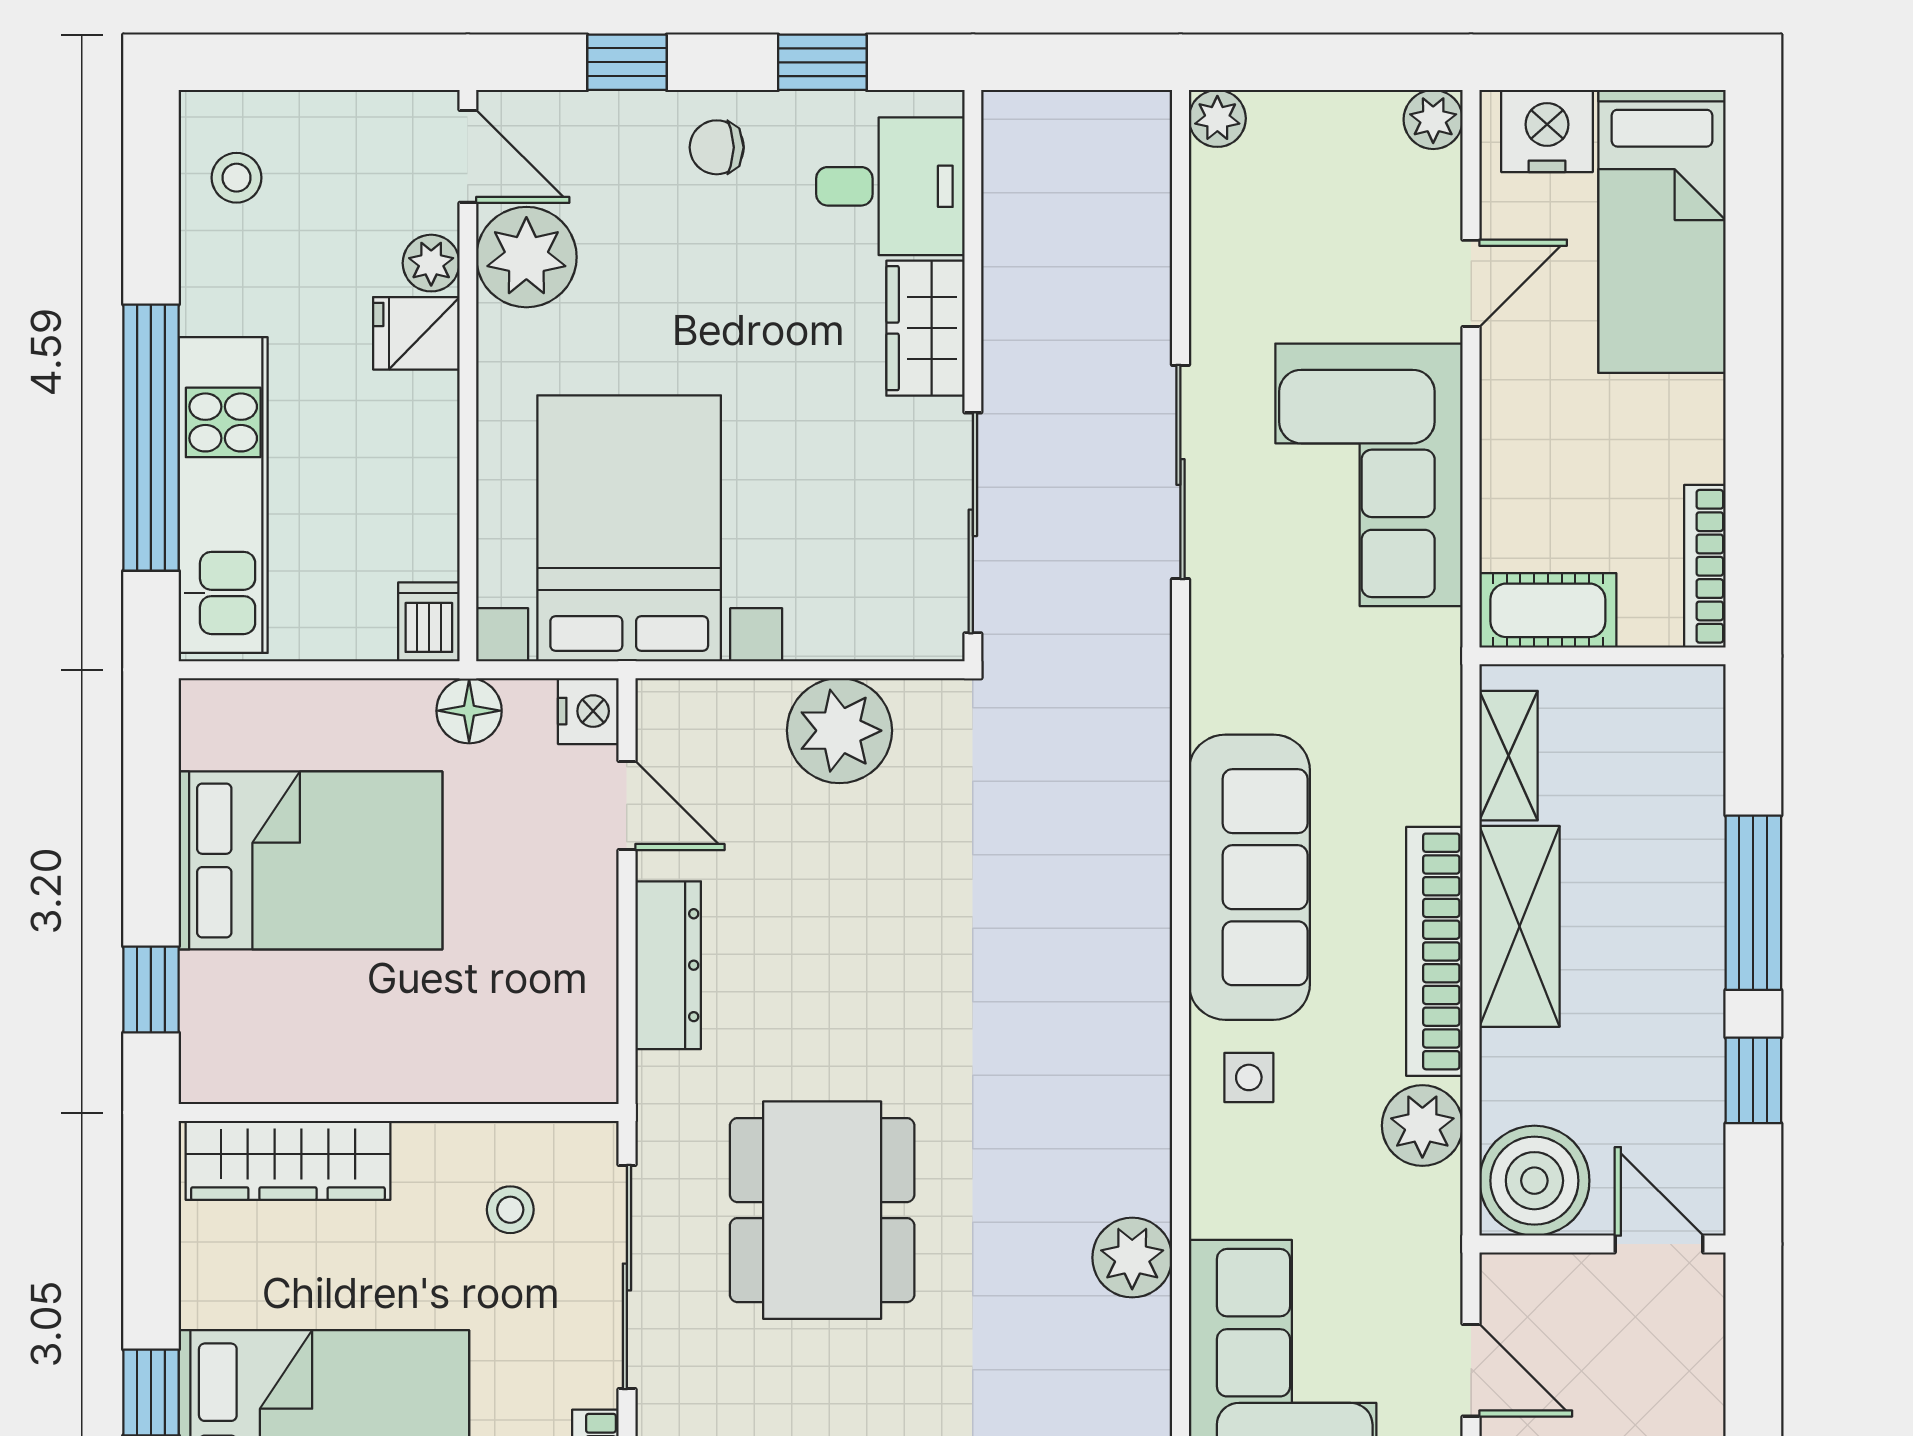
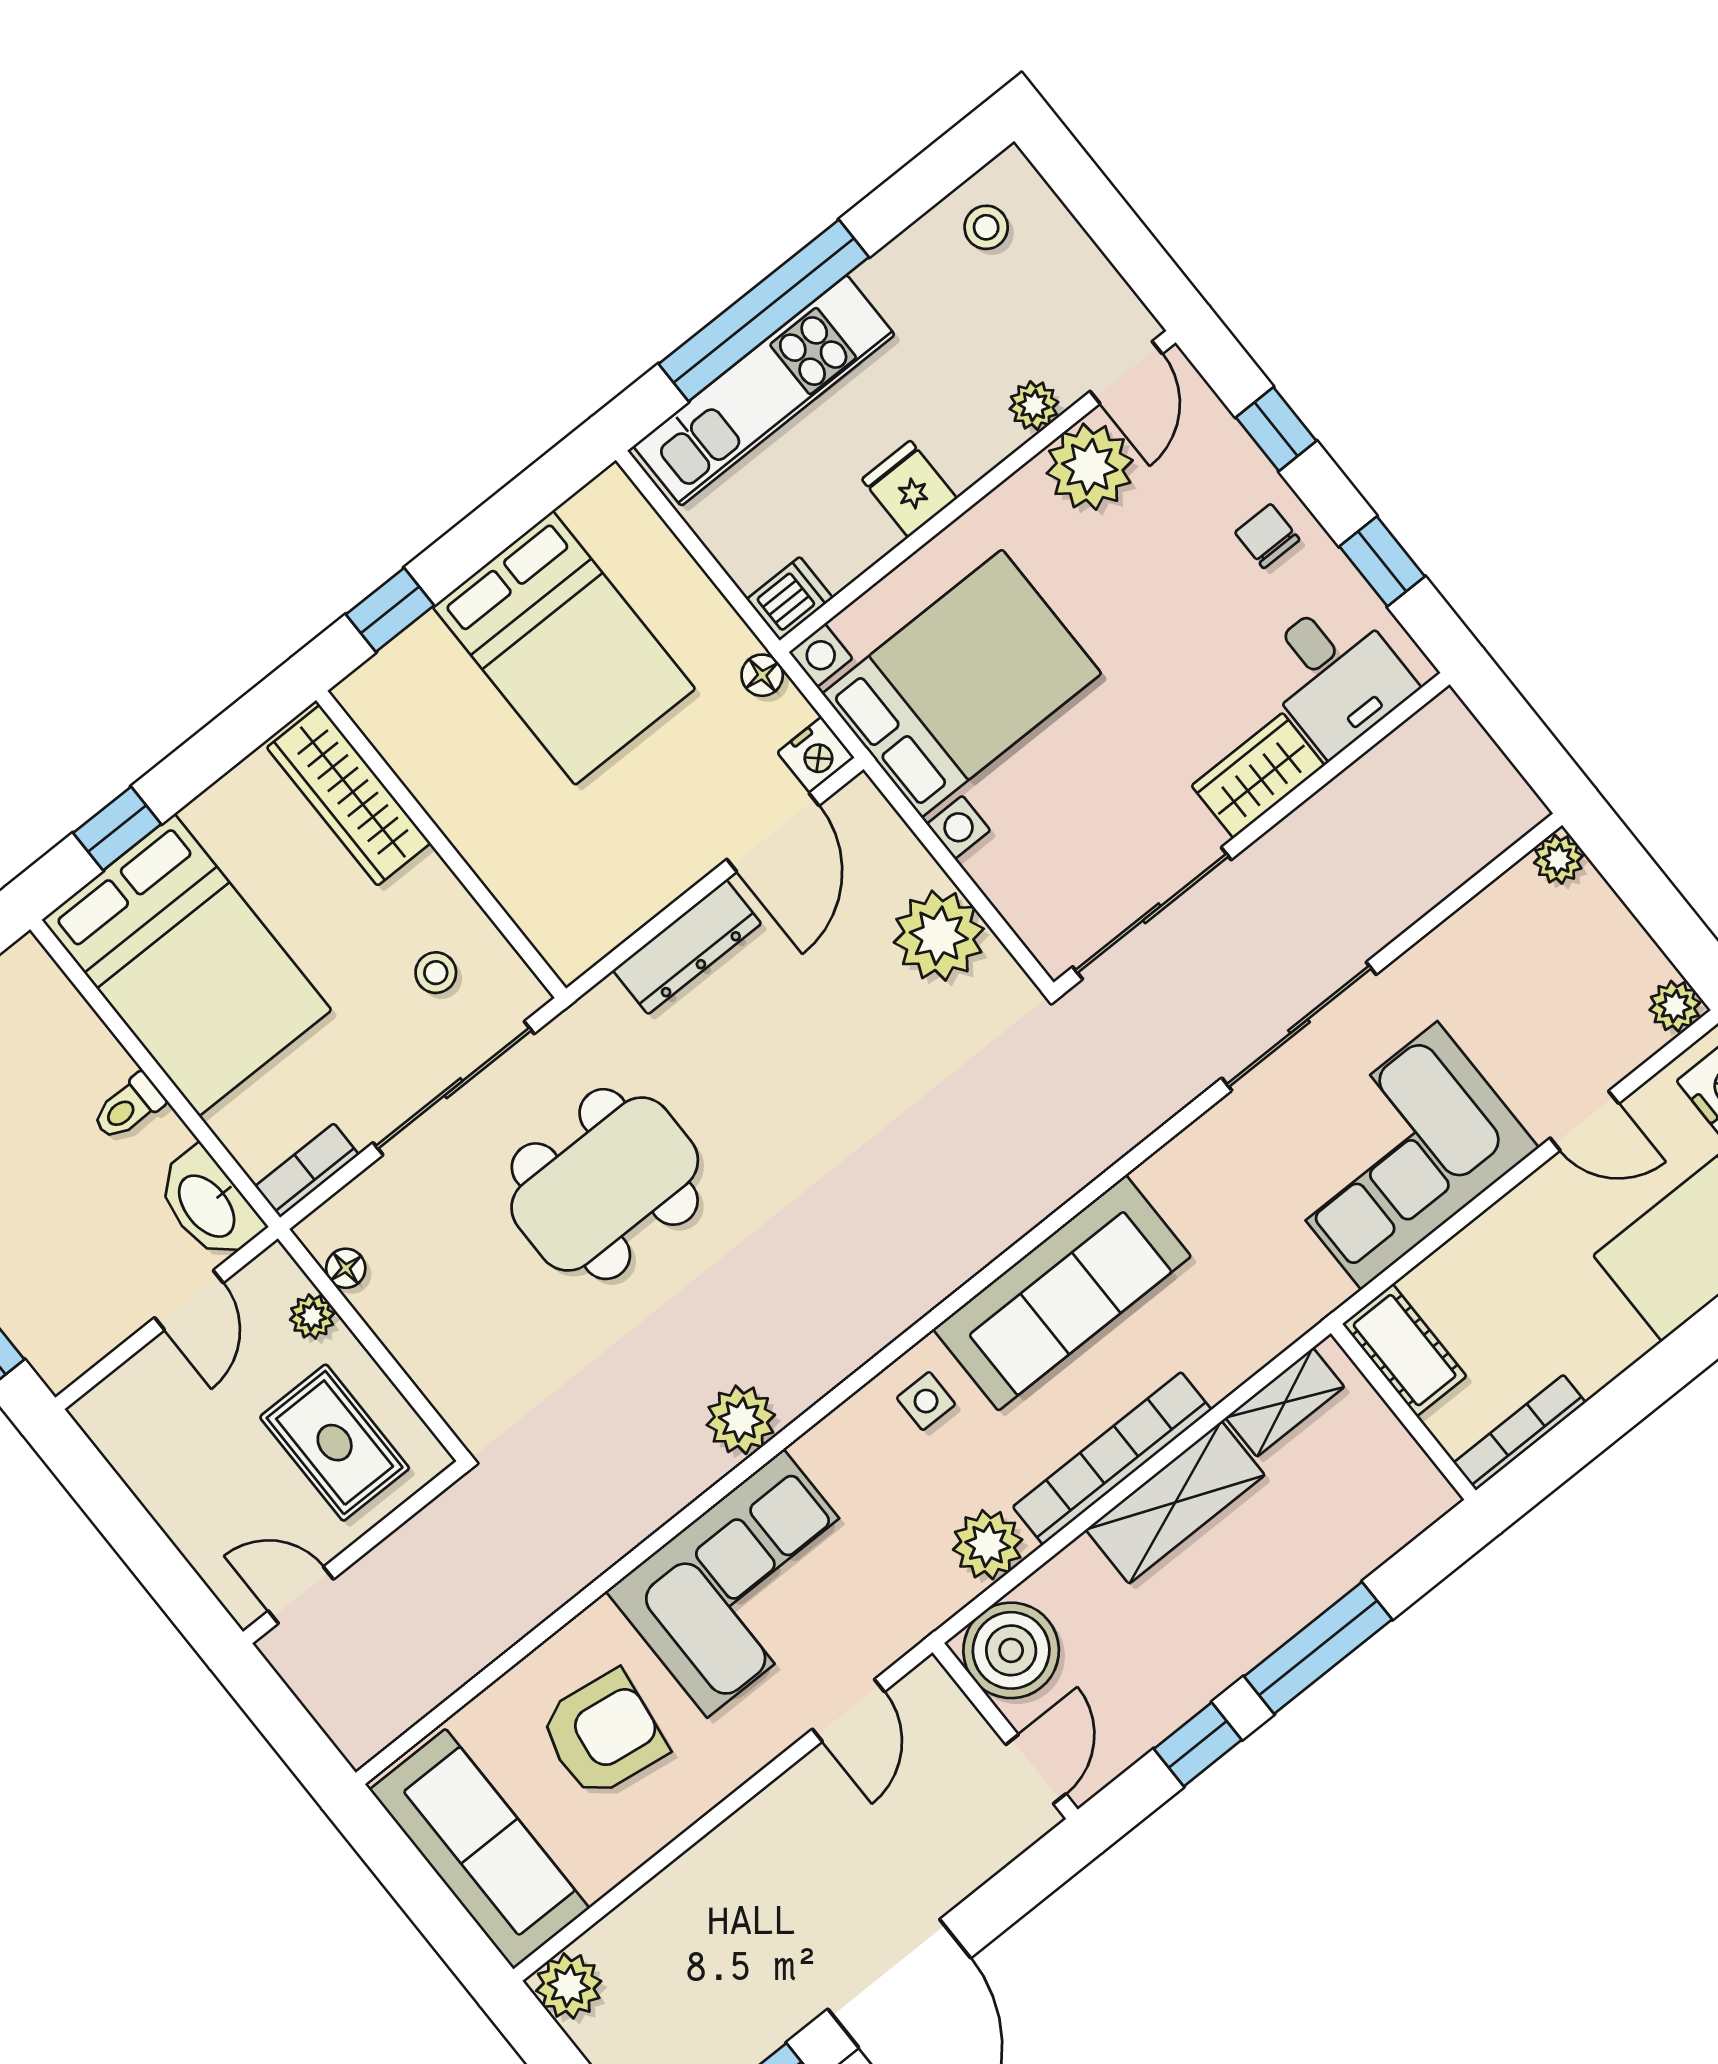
fridge: (416, 333) -> (909, 489), moved
floor lamp: (469, 711) -> (762, 675), width x0.73, depth x0.73
door: (627, 806) -> (773, 832), width x1.38

